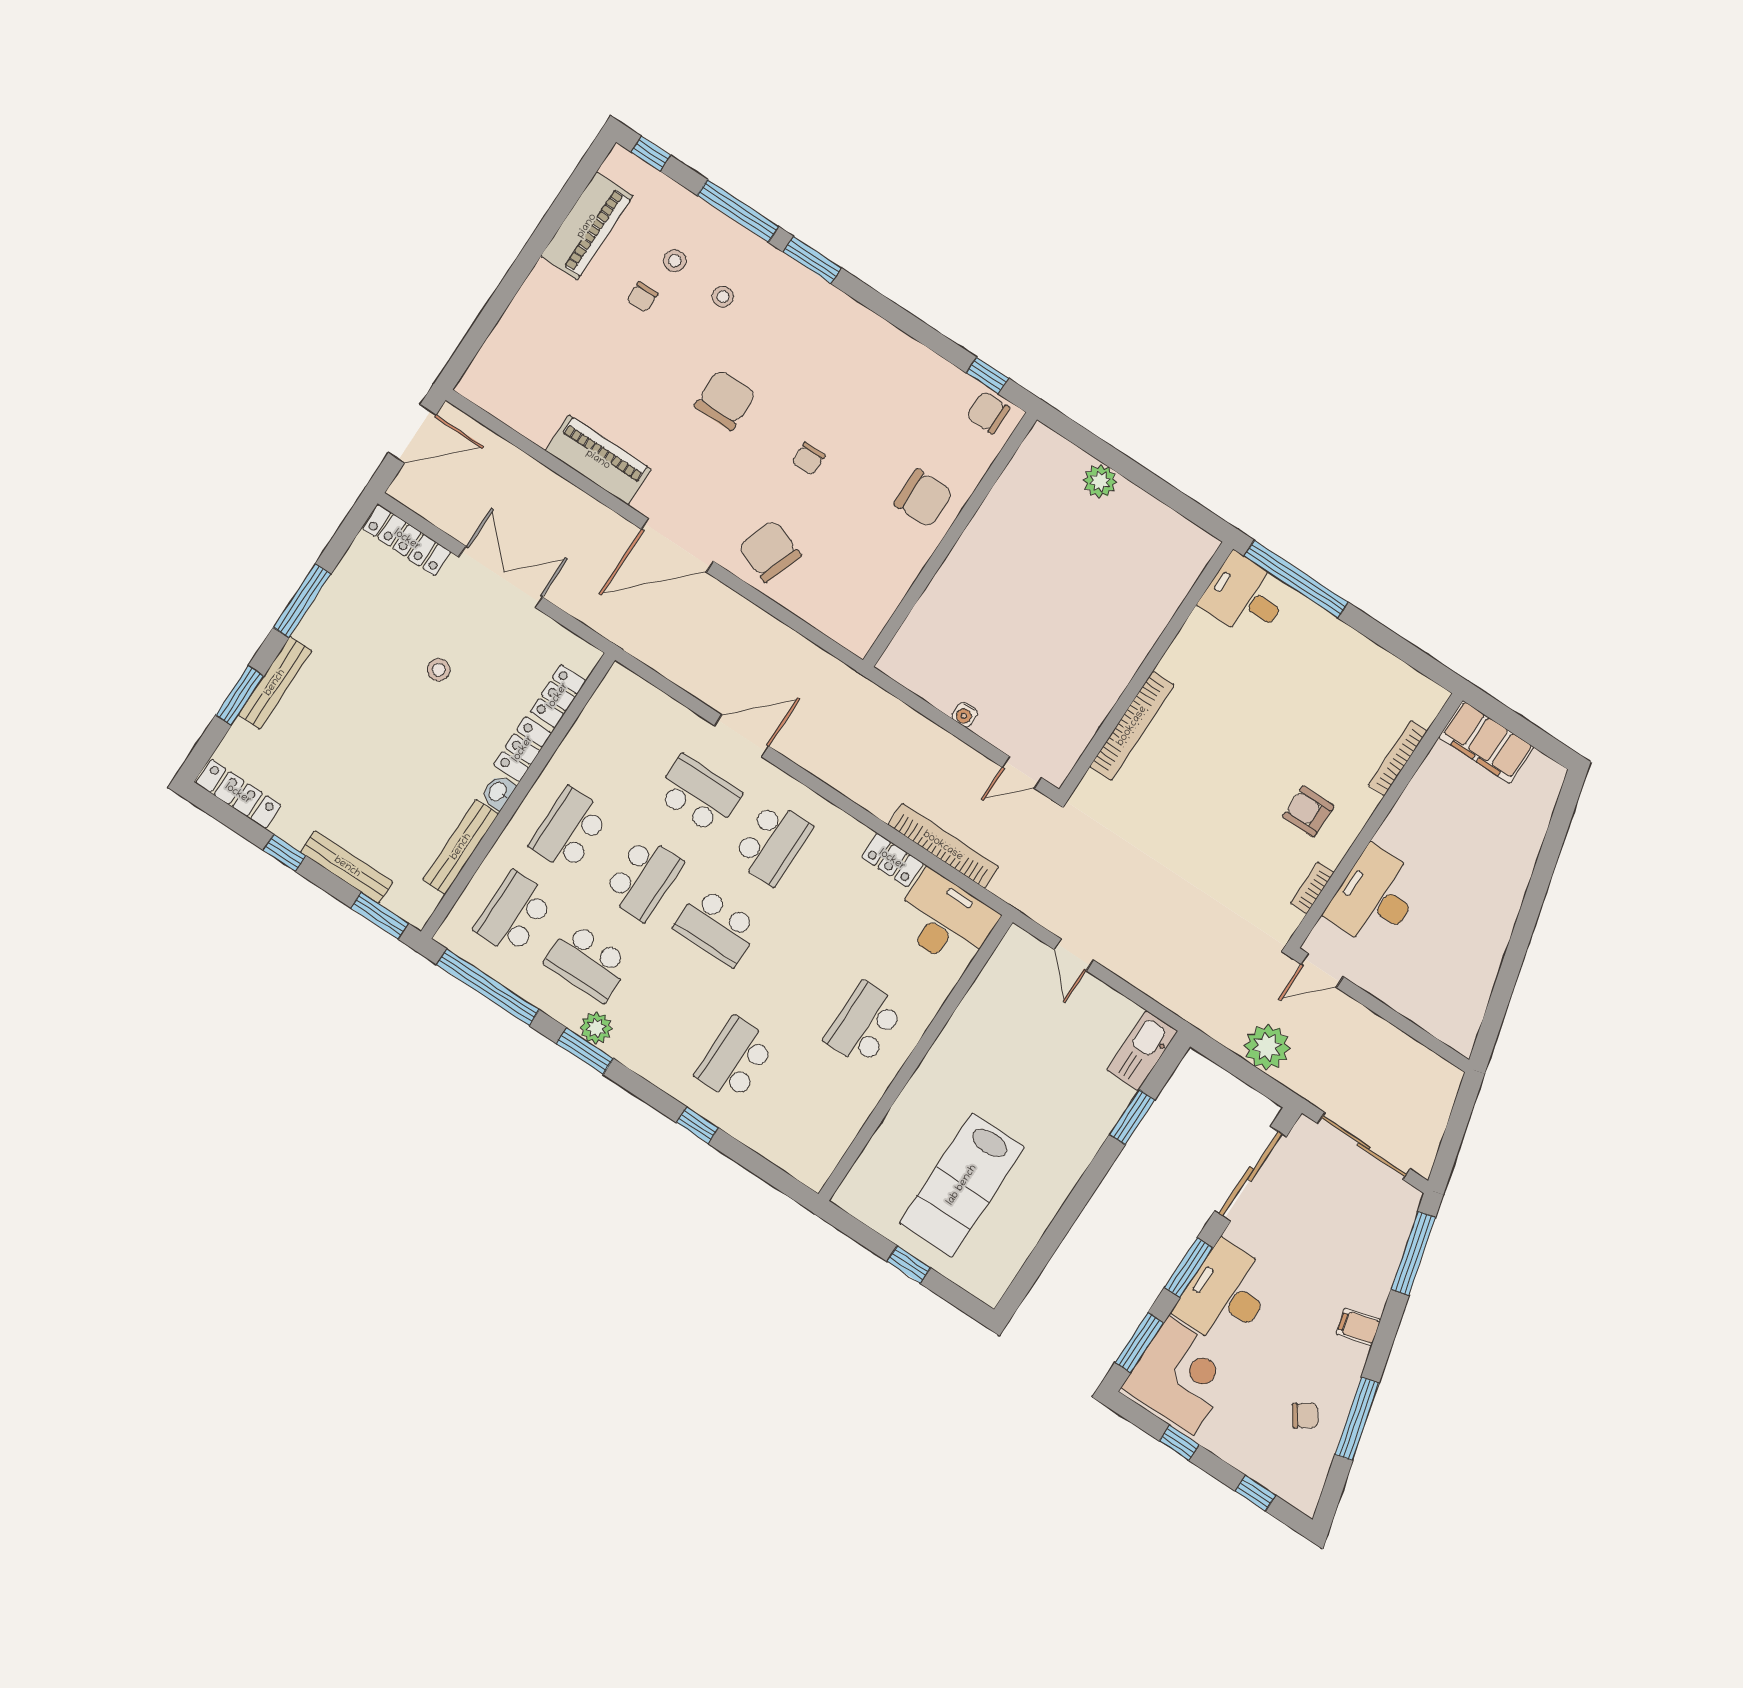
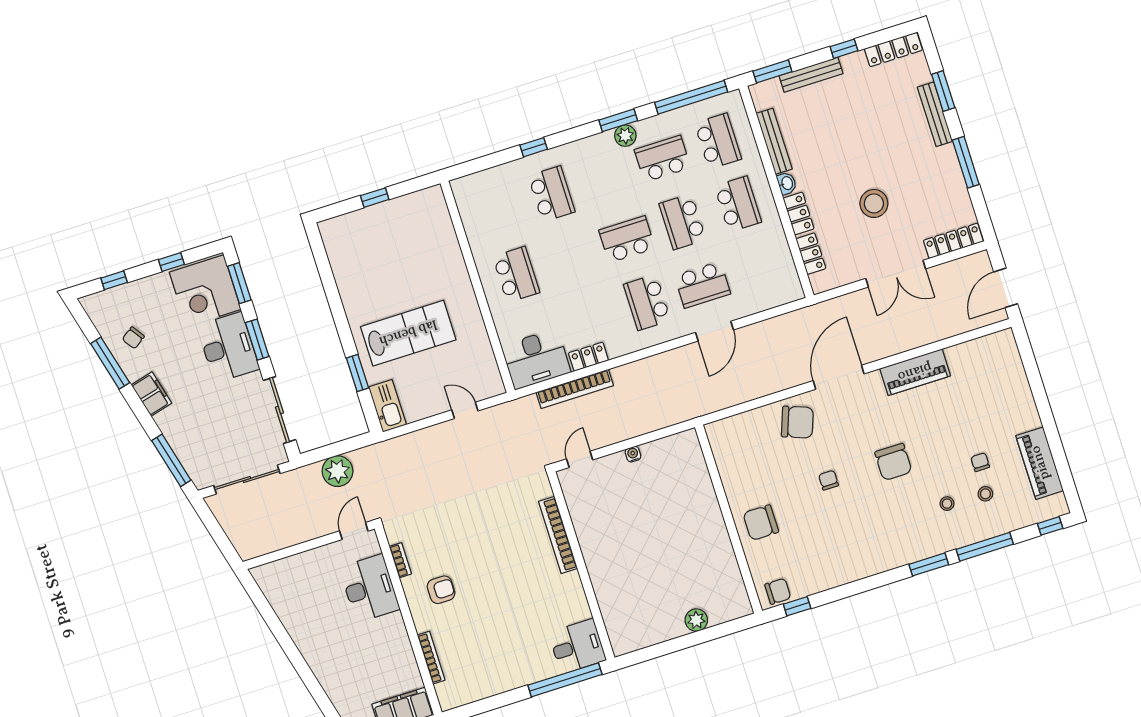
stool: (439, 670) -> (874, 203), width x1.89, depth x1.89
lab bench: (962, 1185) -> (408, 333), moved, turned 90
filing cabinet: (1359, 1327) -> (151, 394), width x2.00

